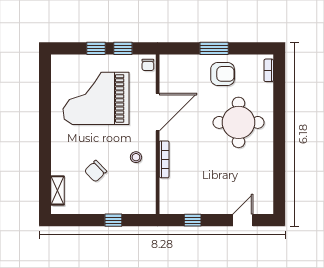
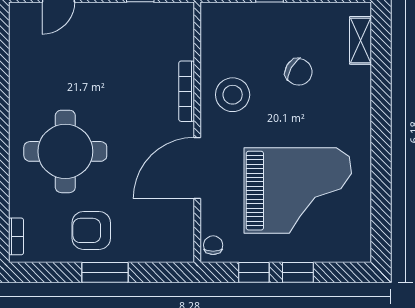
stool: (136, 157) -> (233, 95), width x1.89, depth x1.89
chair: (96, 171) -> (299, 72), turned 74

